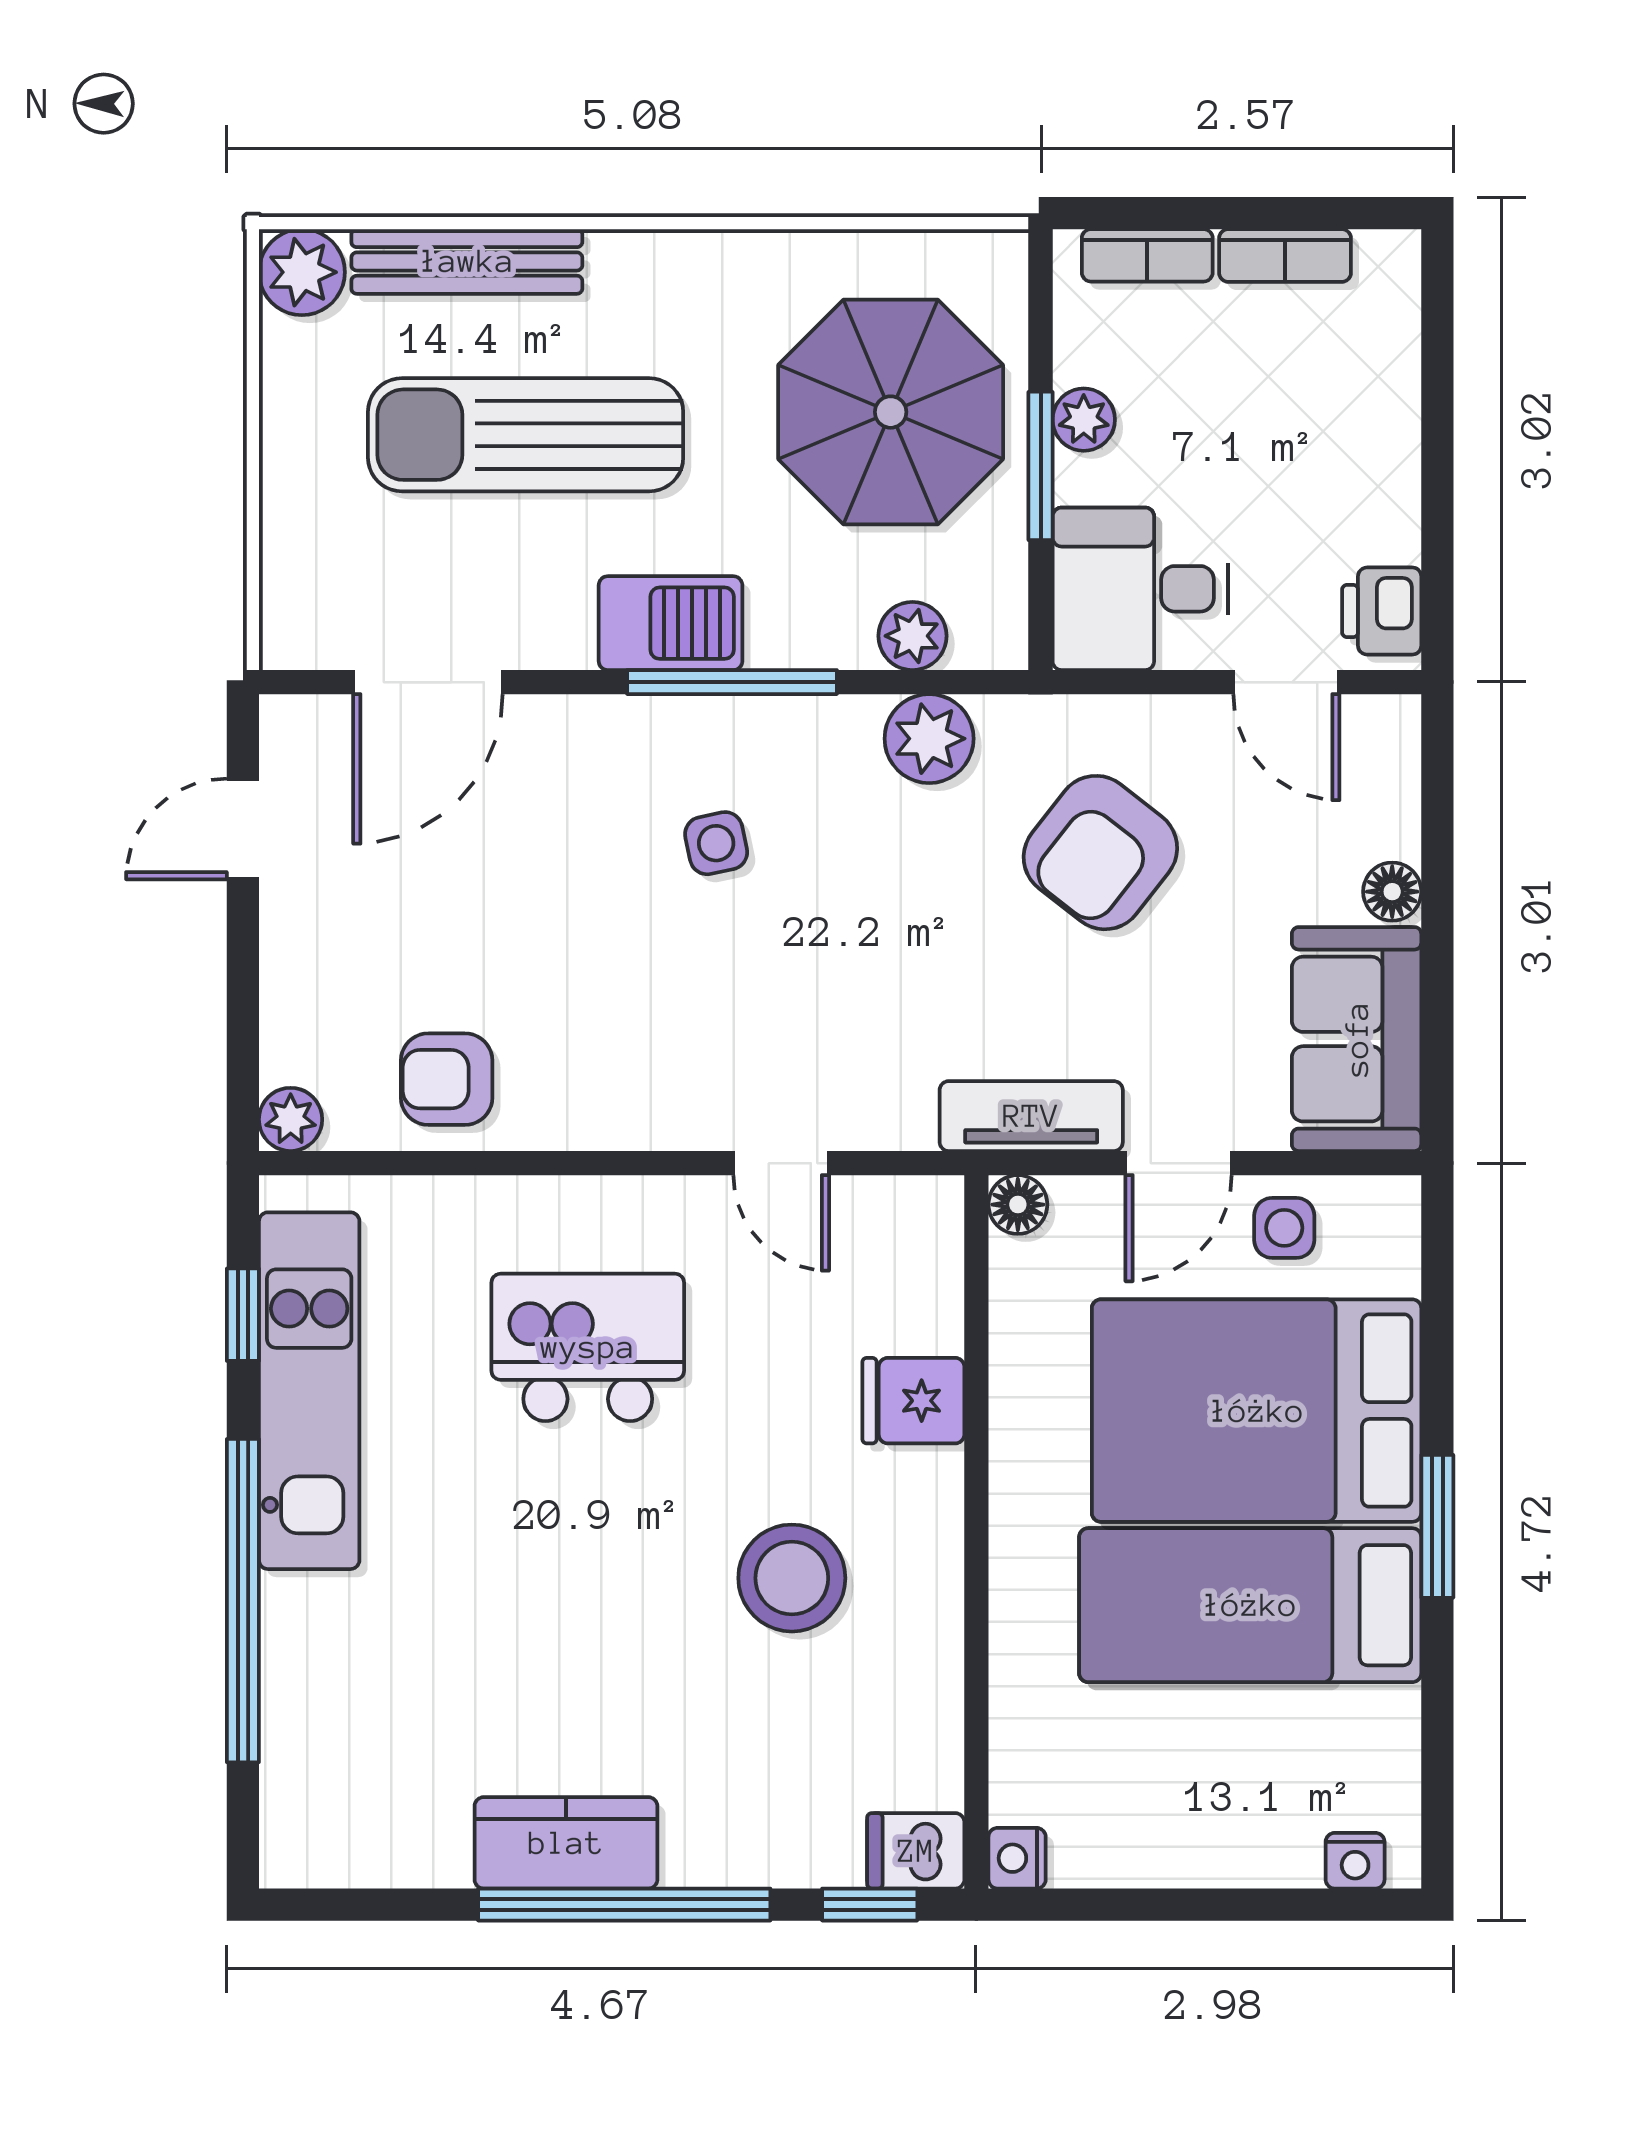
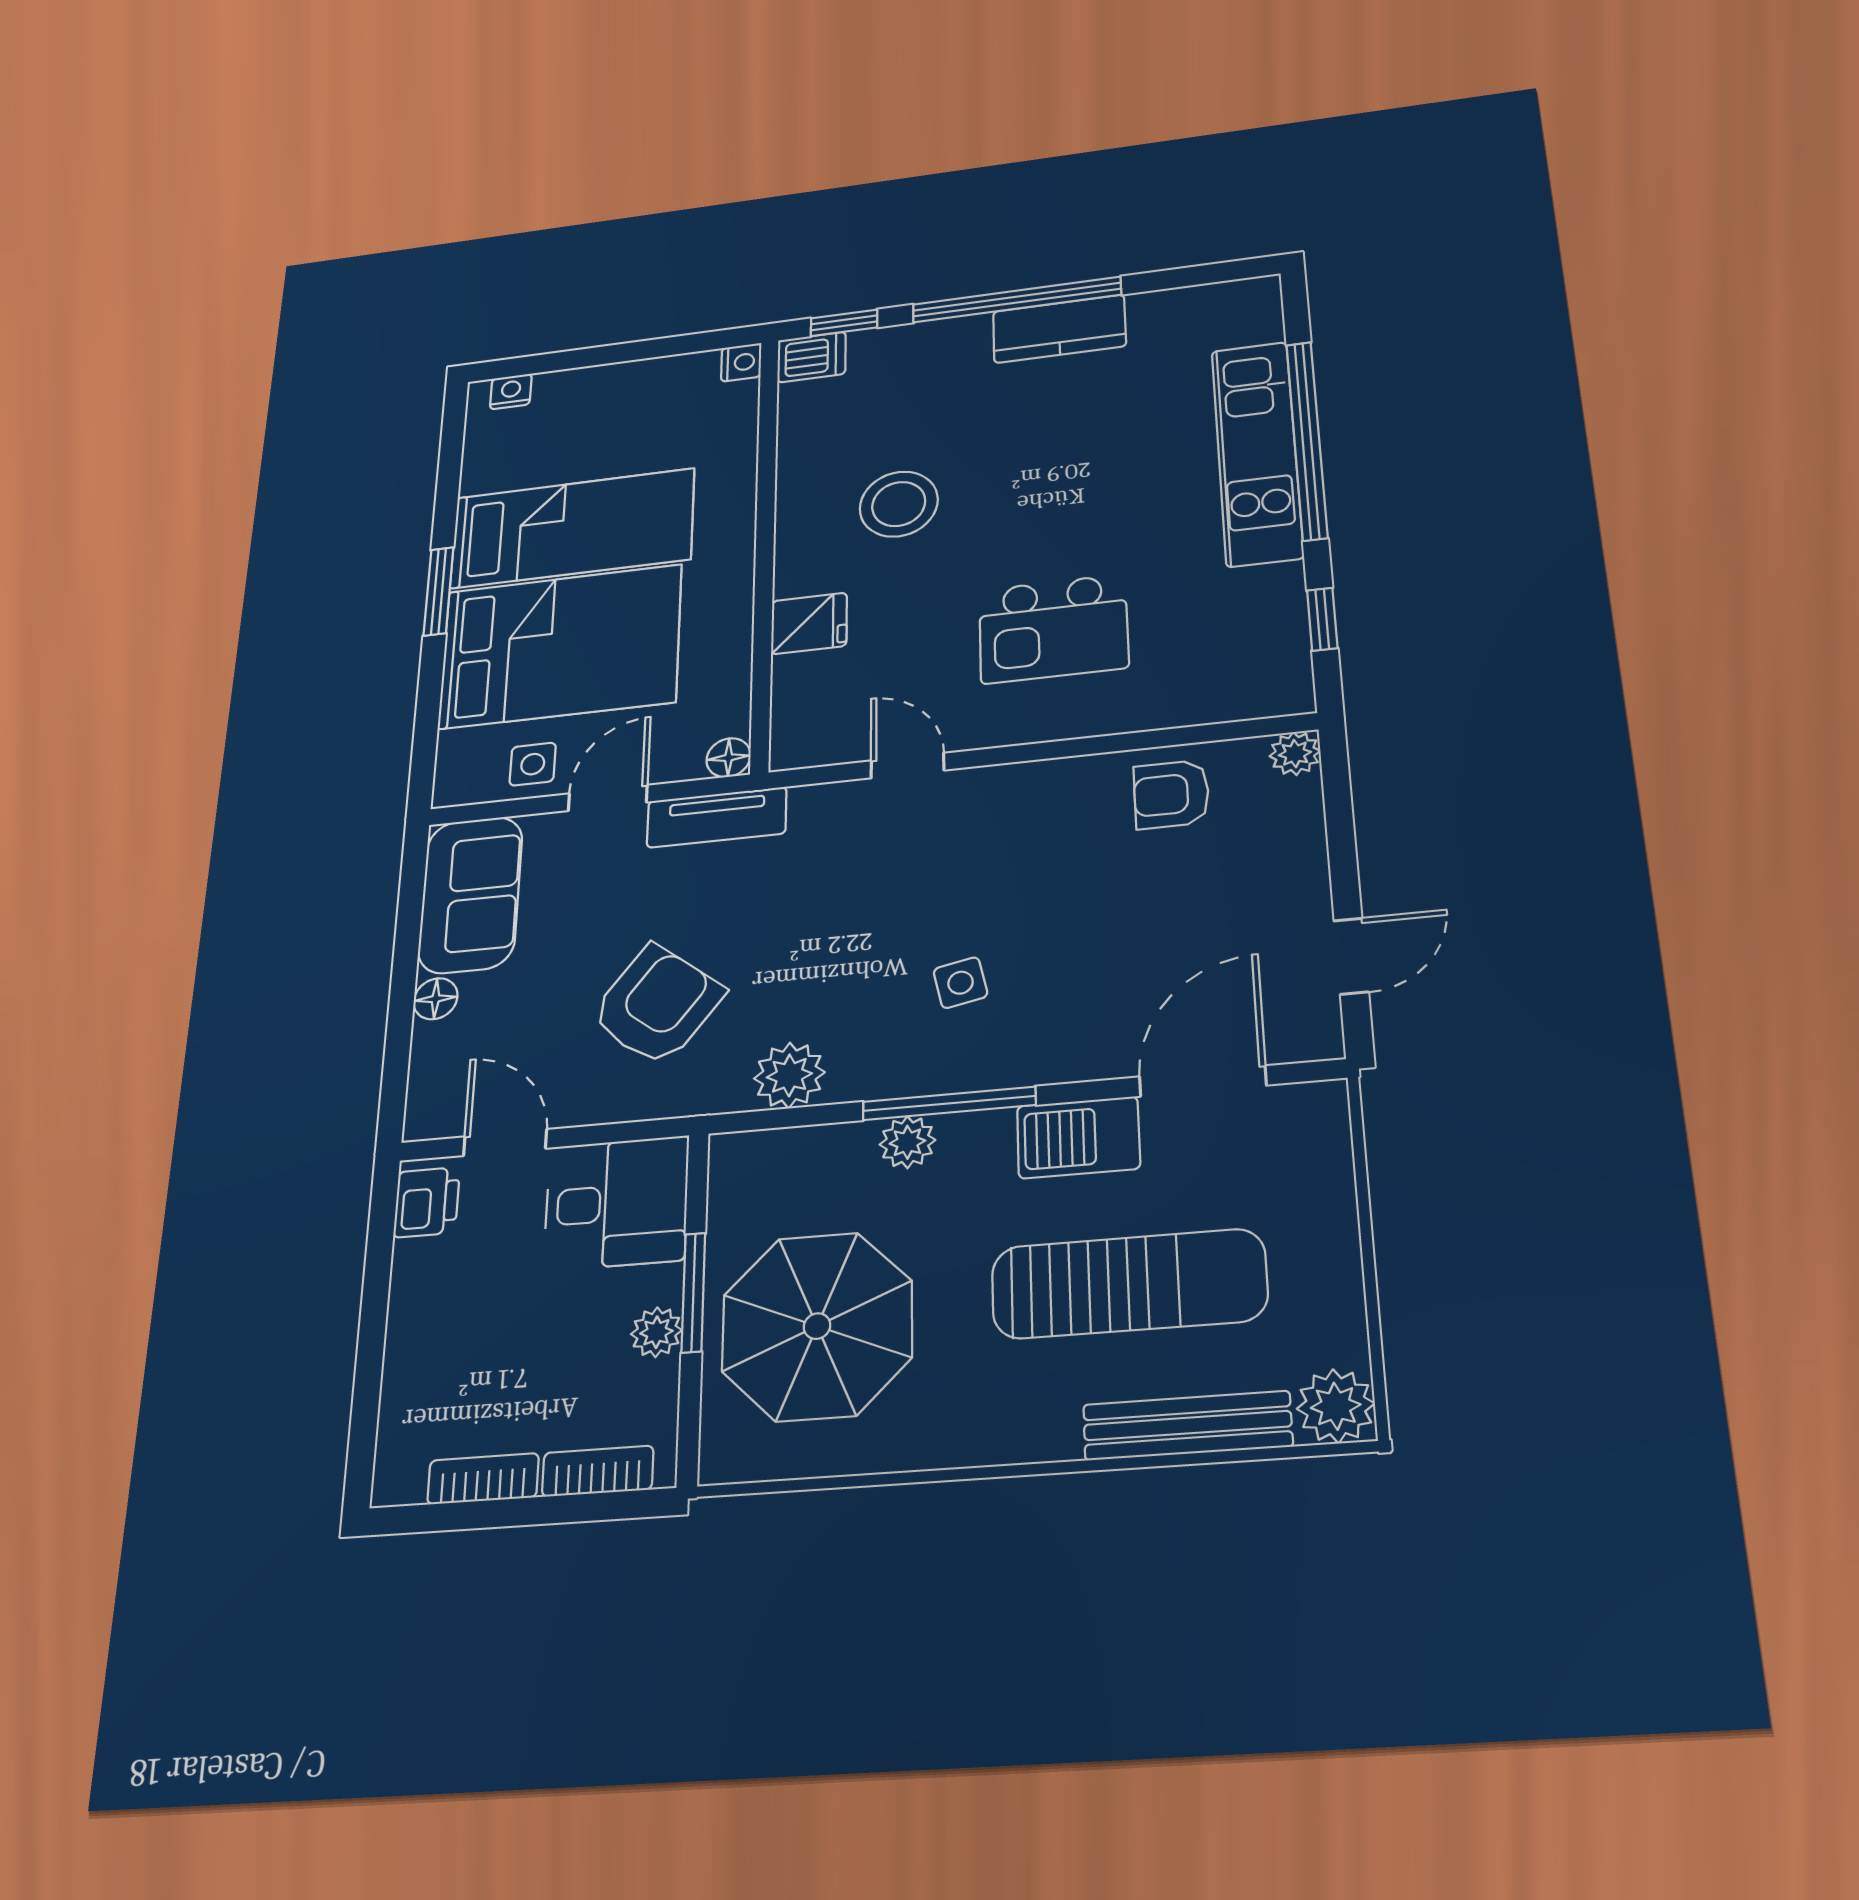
barbecue: (671, 623) -> (1078, 1137), moved
plant: (912, 636) -> (907, 1142), moved
armchair: (447, 1079) -> (1171, 794), turned 180
kitchen unit: (309, 1391) -> (1257, 453), moved

